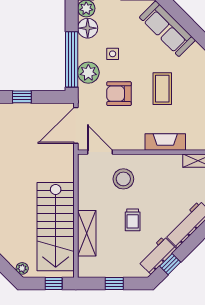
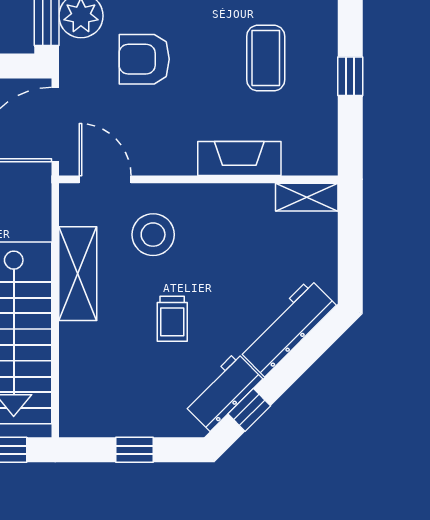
coffee table: (162, 89) -> (266, 58), moved
shelving: (87, 233) -> (78, 274), moved

